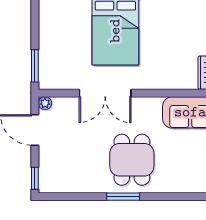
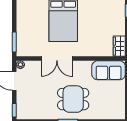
dining table: (132, 160) -> (73, 99), turned 90

